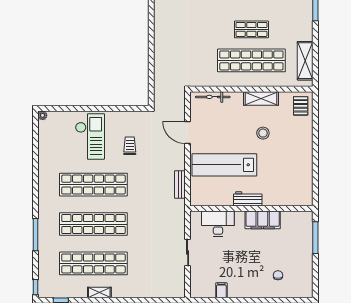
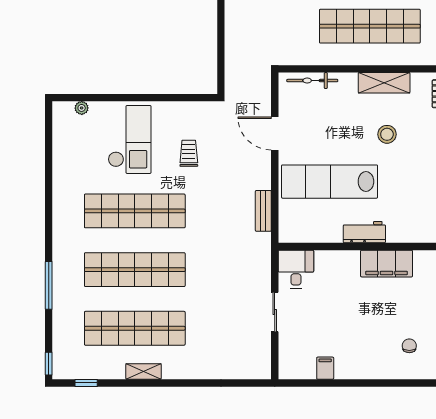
plant: (43, 115) -> (82, 108), moved
desk: (218, 224) -> (296, 269), moved, width x0.73

